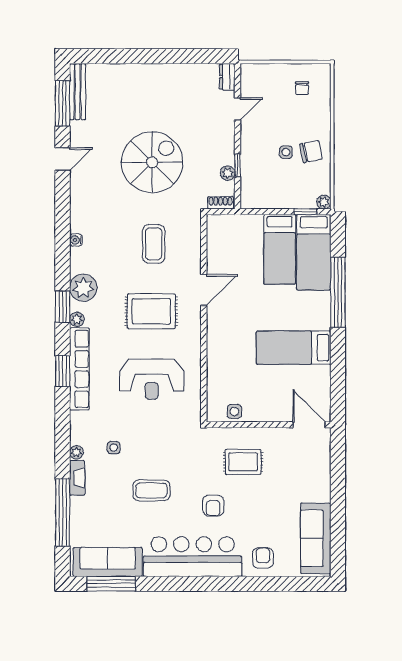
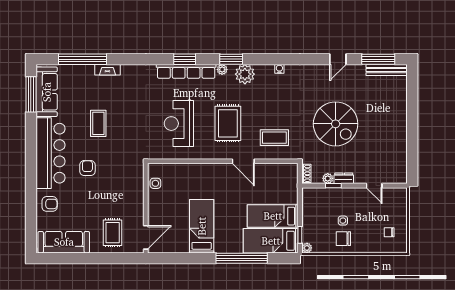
dresser: (227, 77) -> (344, 178), moved
chair: (311, 152) -> (343, 239), turned 101
door: (63, 159) -> (338, 59), hinge flipped
coffee table: (154, 244) -> (274, 138), moved
side table: (114, 448) -> (129, 96), removed
plant: (76, 452) -> (126, 69), removed
rug: (243, 462) -> (113, 233), moved
armchair: (213, 506) -> (87, 168), turned 90

